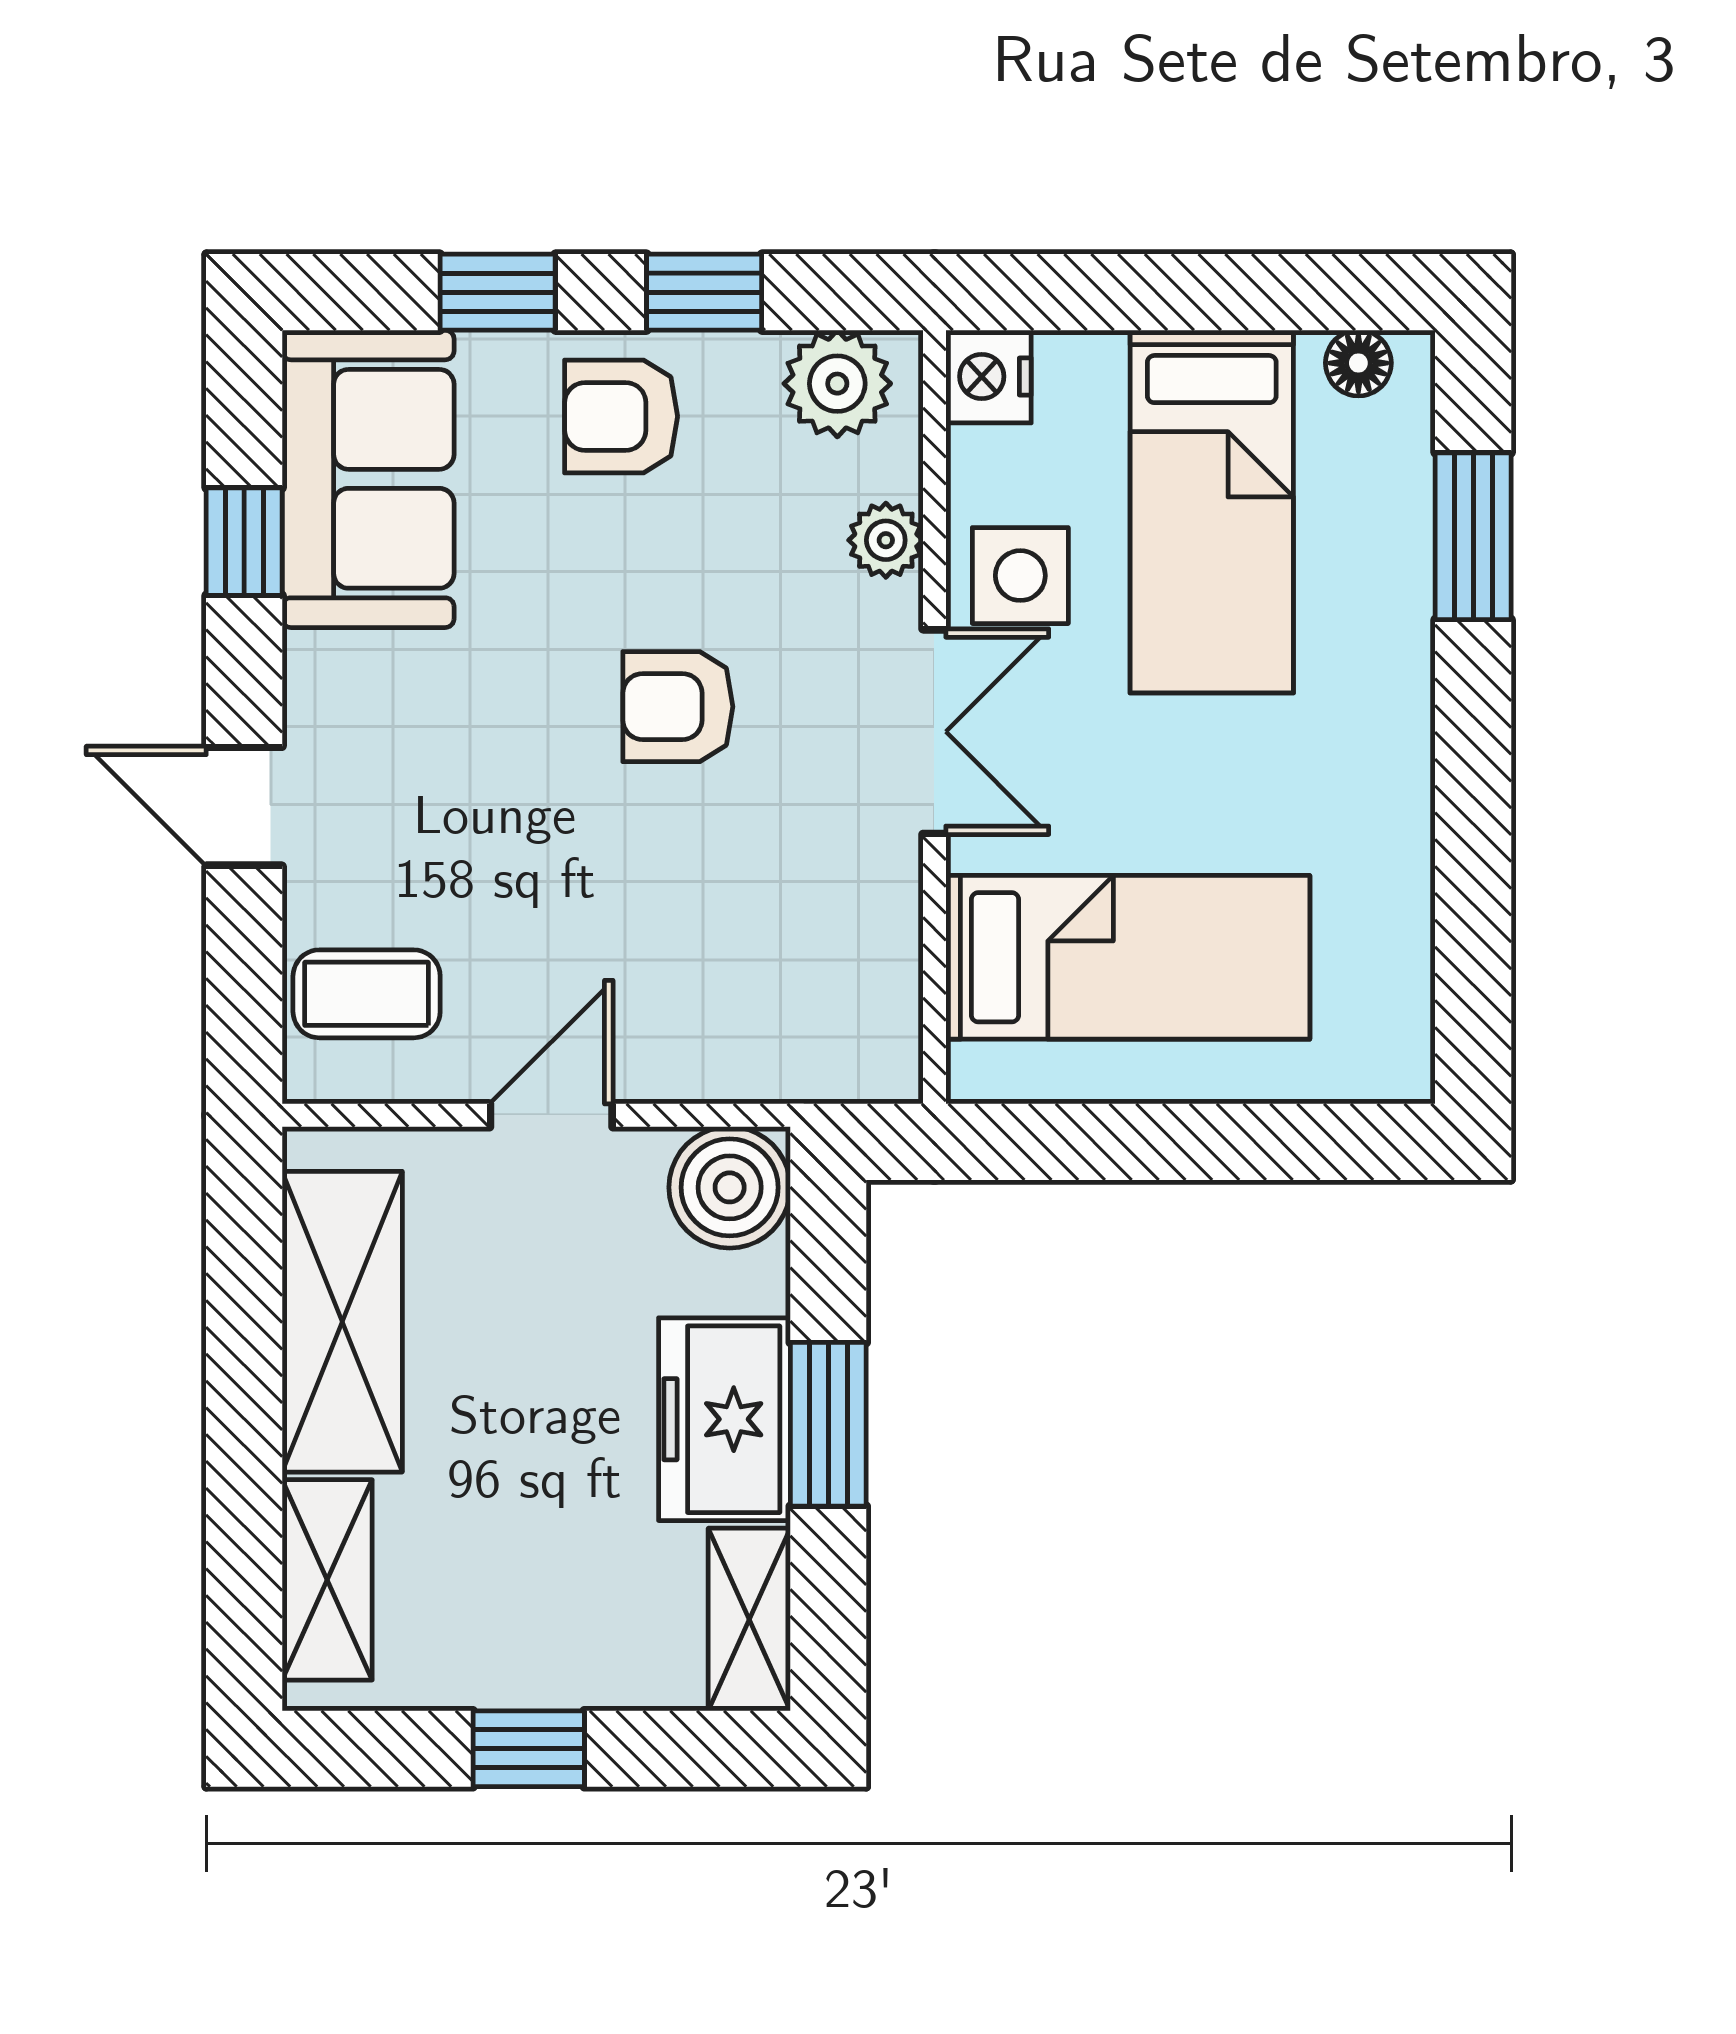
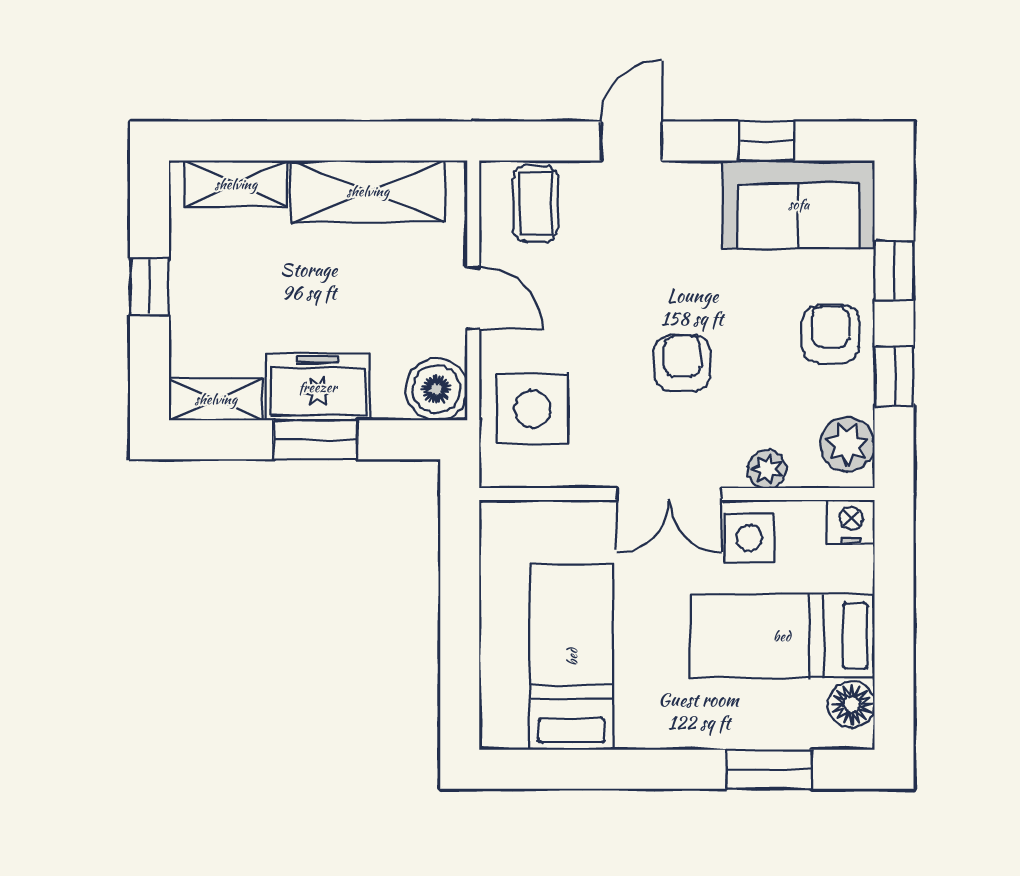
floor lamp: (1358, 363) -> (852, 704), width x1.37, depth x1.37
bed: (1128, 957) -> (572, 657), moved, turned 180
side table: (768, 999) -> (533, 409), added

